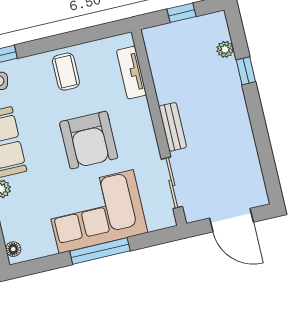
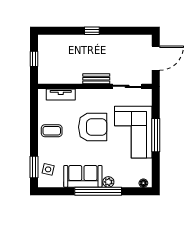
plant: (225, 49) -> (60, 39), removed
window: (246, 71) -> (92, 31), moved

